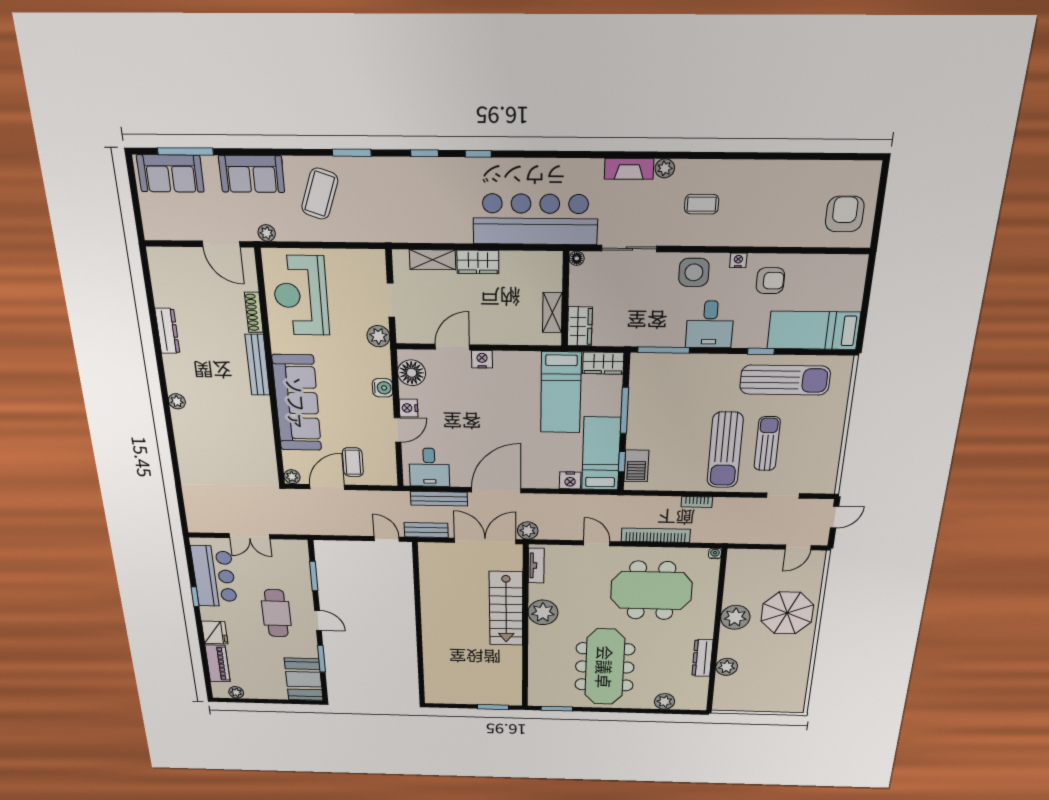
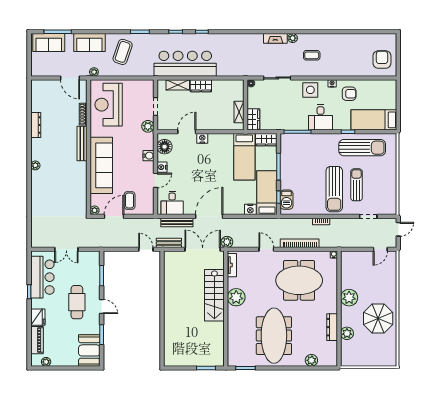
bar counter: (535, 219) -> (185, 64), moved
parasol: (787, 613) -> (378, 318), moved

